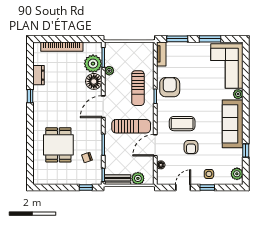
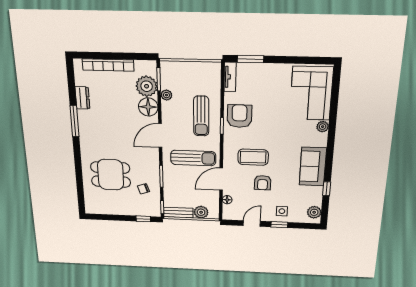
window: (210, 39) -> (292, 60), removed
window: (30, 96) -> (74, 121), width x2.17
sofa: (233, 124) -> (313, 167), width x0.73
dining table: (58, 145) -> (111, 175), turned 90

